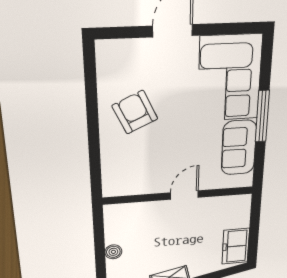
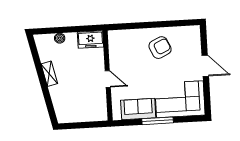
freezer: (236, 246) -> (90, 40), moved, turned 180
boiler: (113, 252) -> (60, 38), moved

